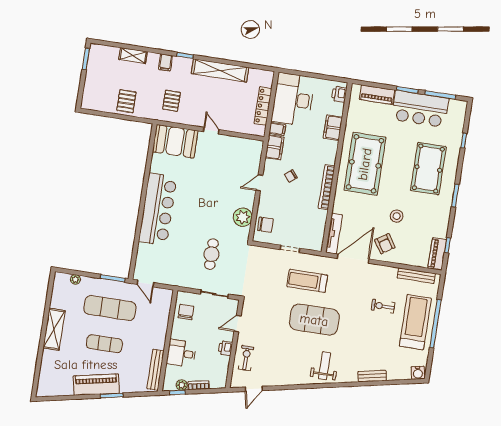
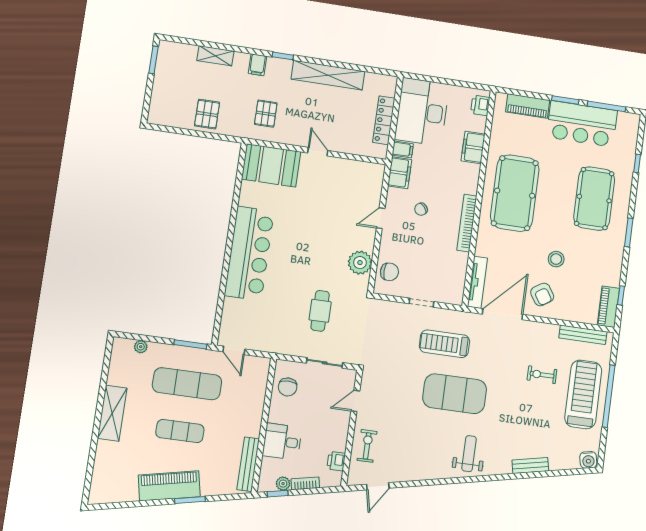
chair: (186, 312) -> (288, 387), turned 180
printer: (225, 348) -> (336, 461), moved

